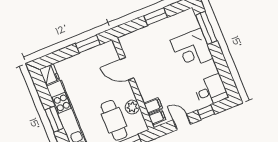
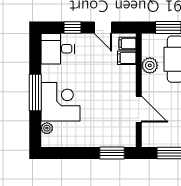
window: (156, 17) -> (112, 153), moved
plant: (194, 24) -> (47, 128), added
window: (206, 28) -> (35, 93), moved

